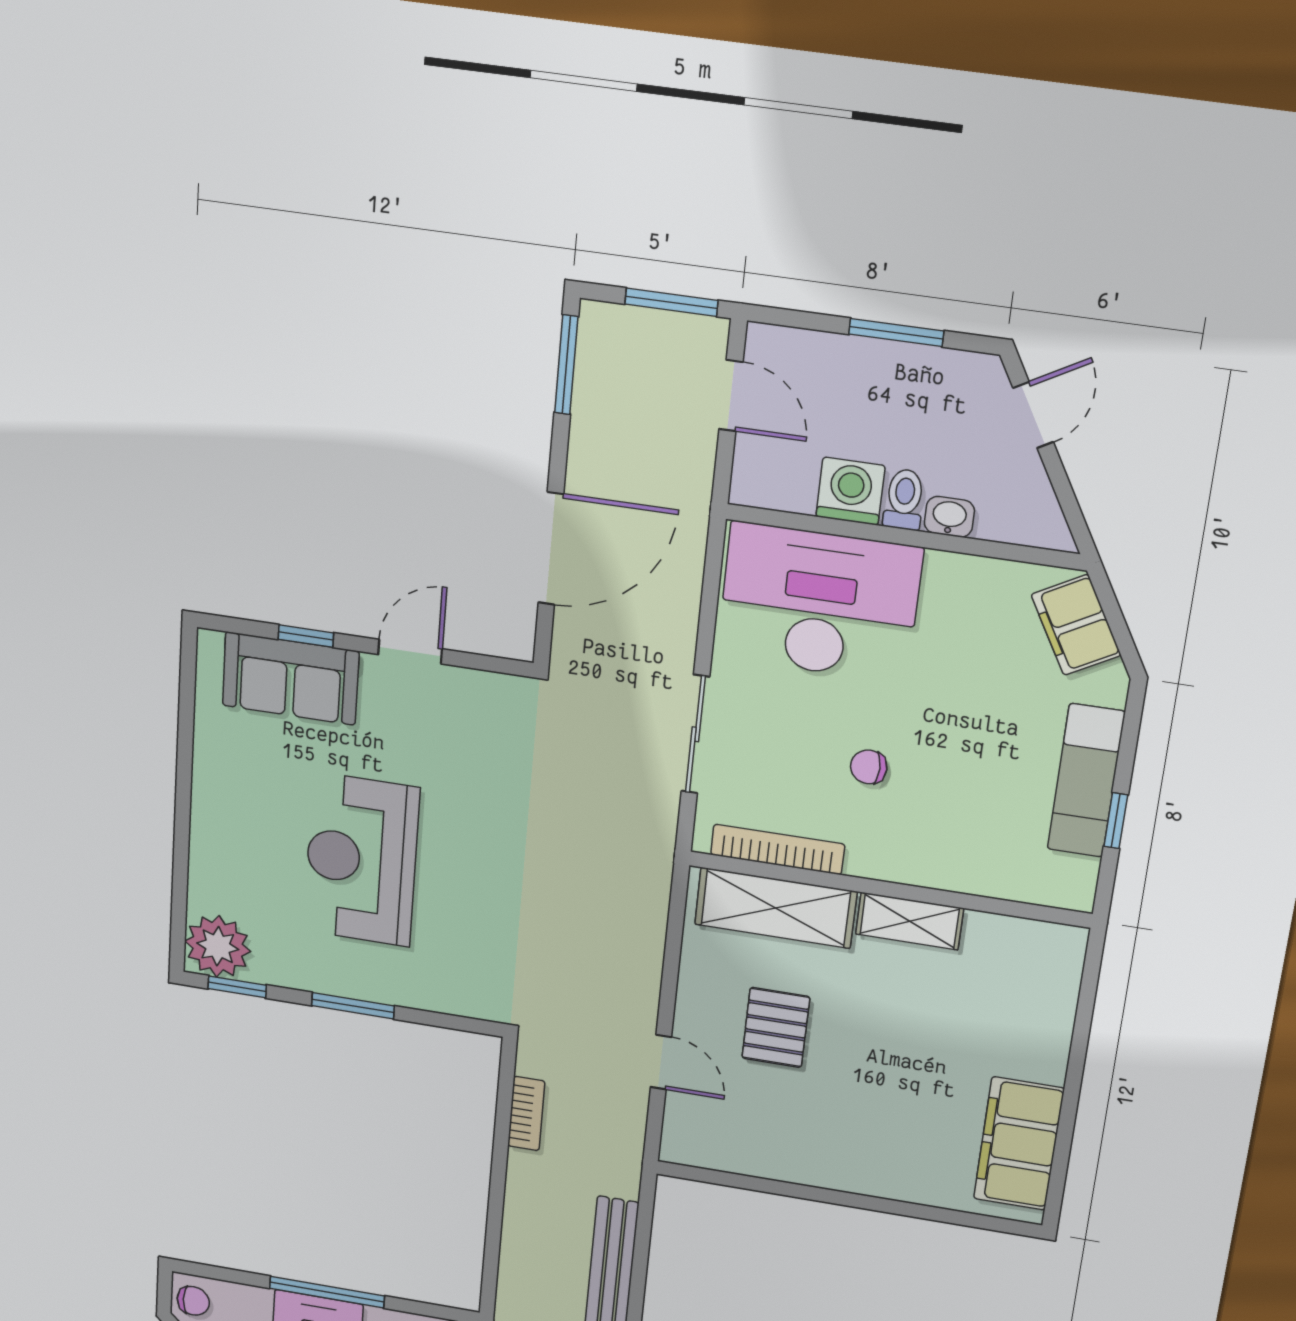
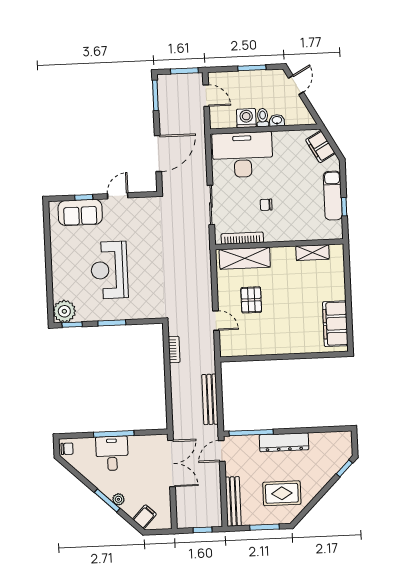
shelving: (910, 921) -> (313, 253), moved

